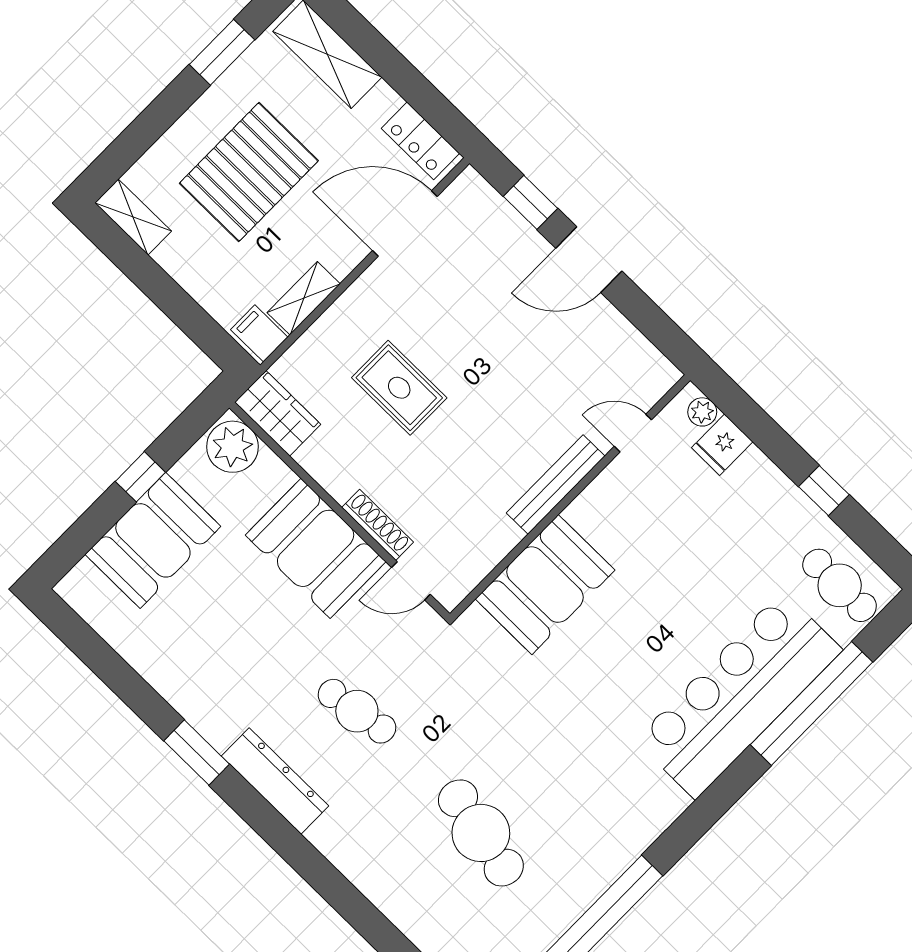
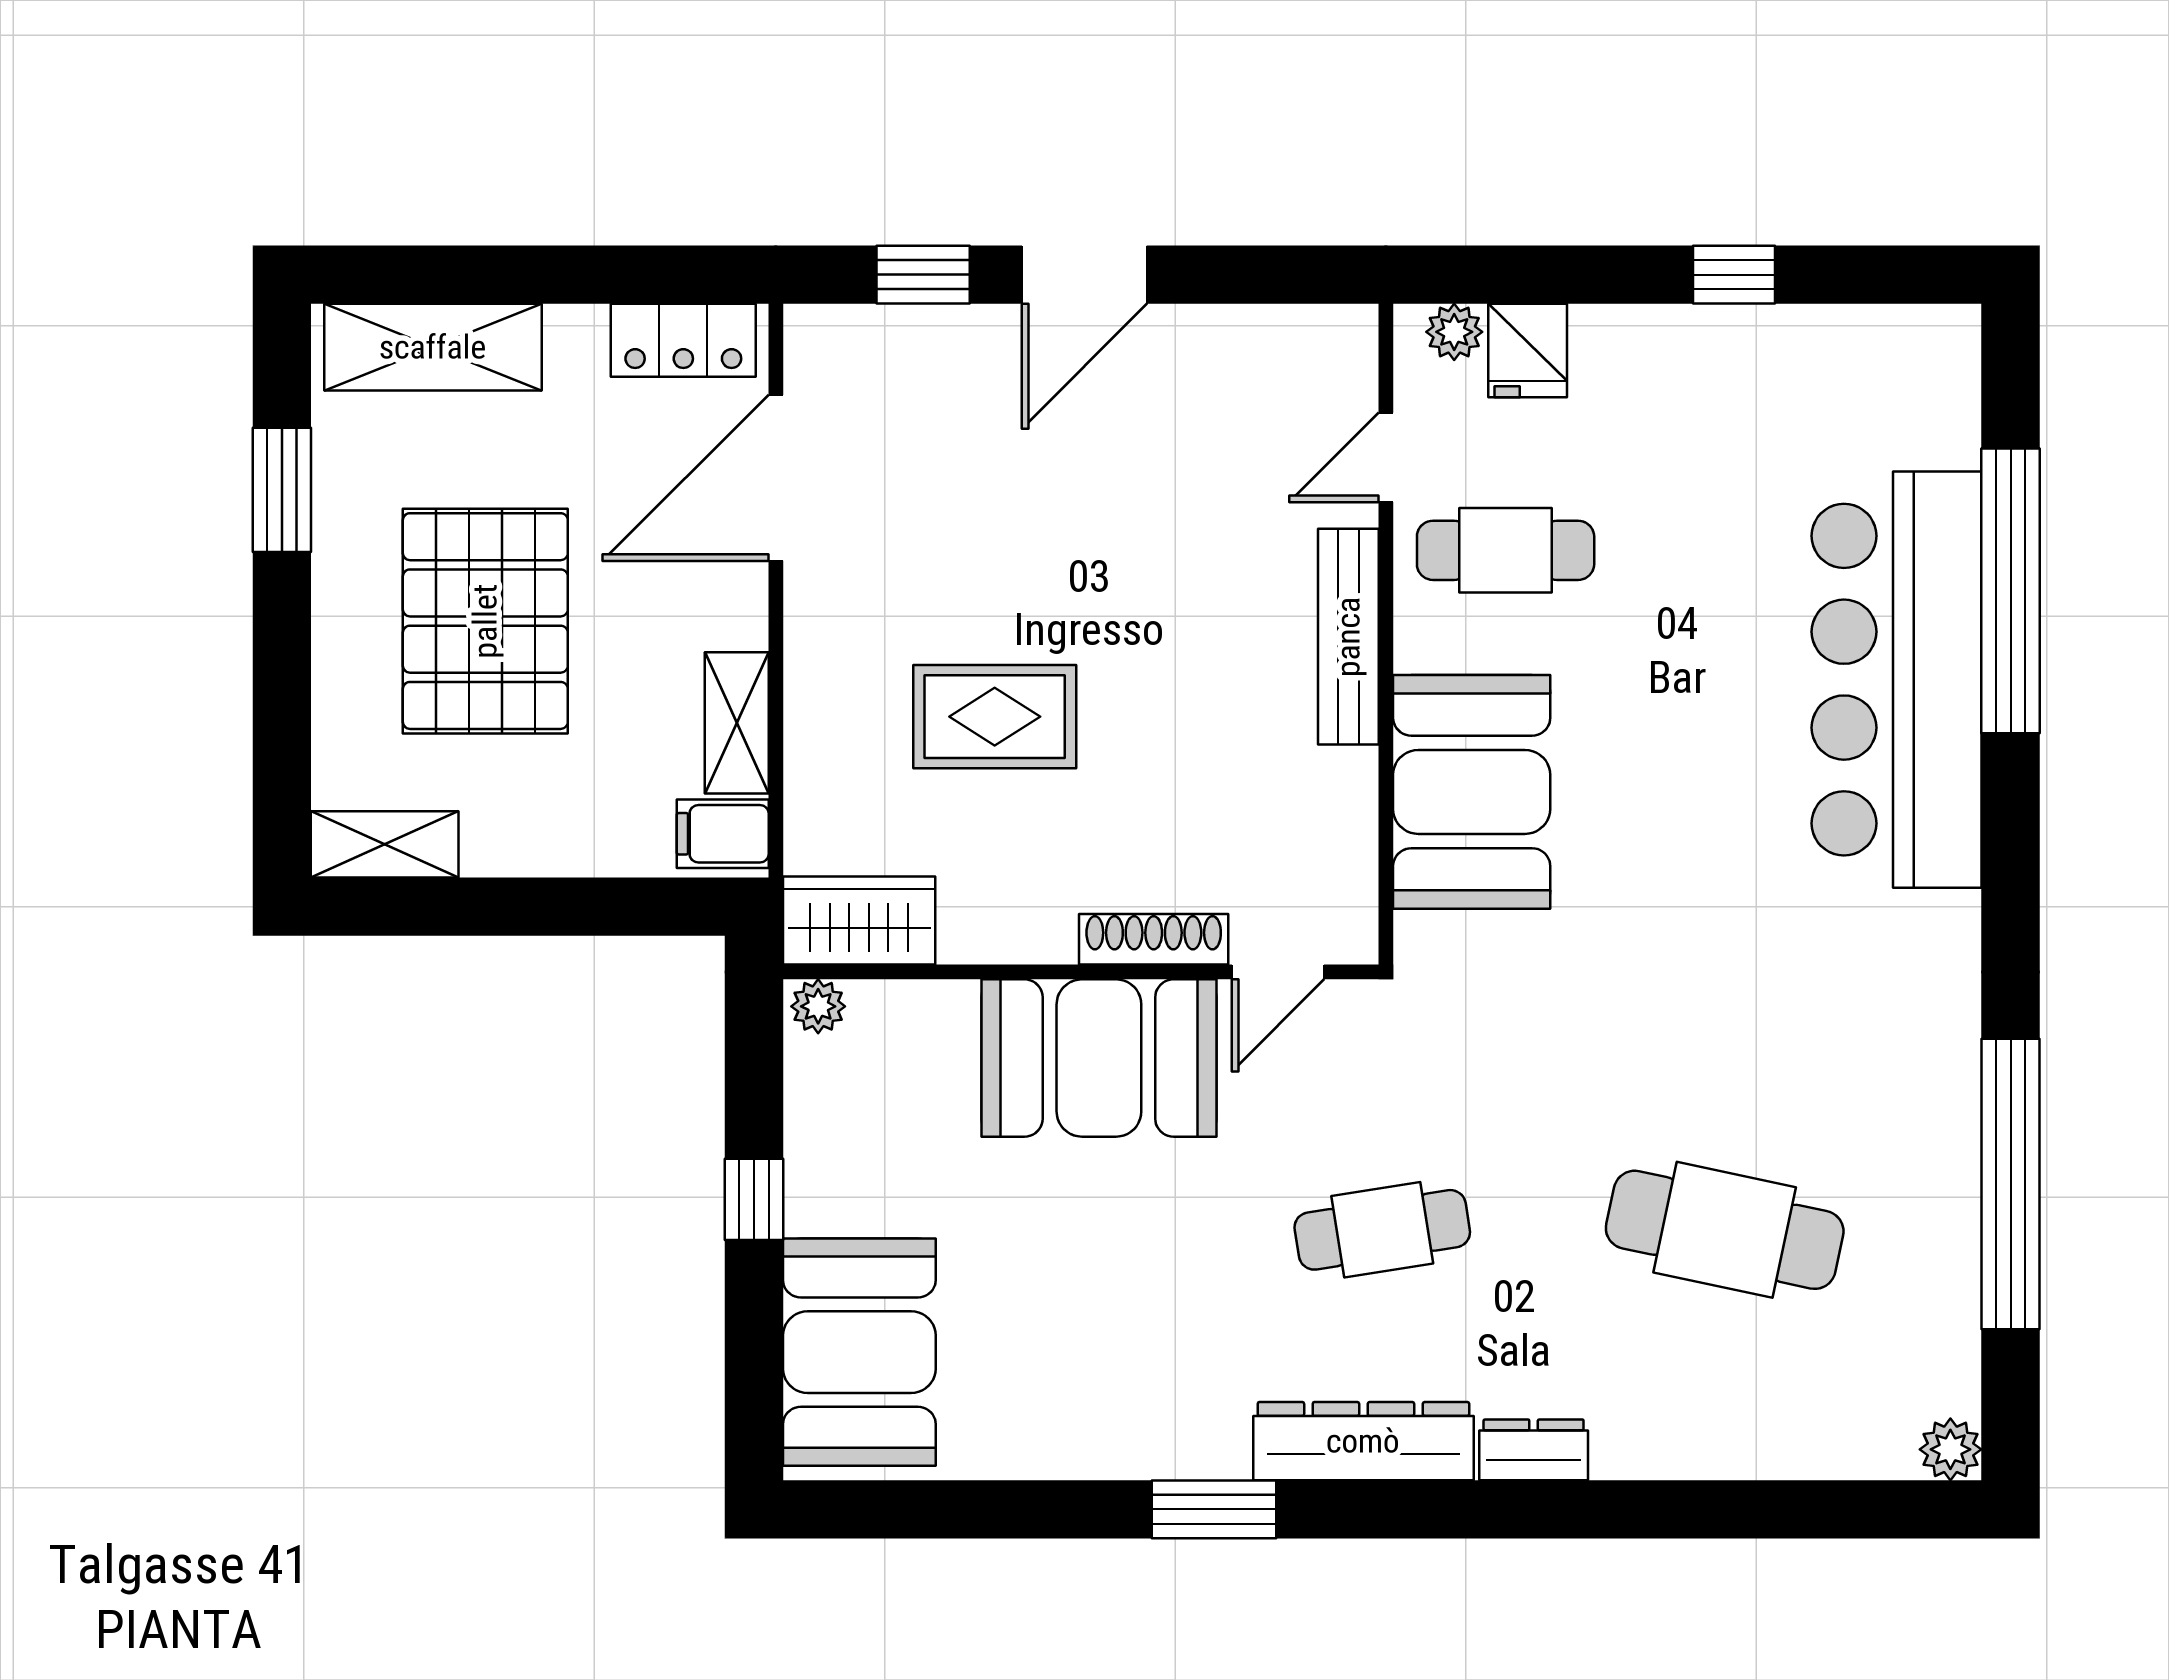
plant: (232, 447) -> (818, 1006), width x0.53, depth x0.53
booth: (153, 540) -> (859, 1352), moved
cafe table: (840, 585) -> (1506, 550), moved
dresser: (333, 845) -> (1534, 1450), added

